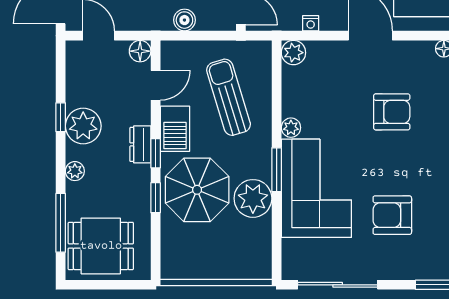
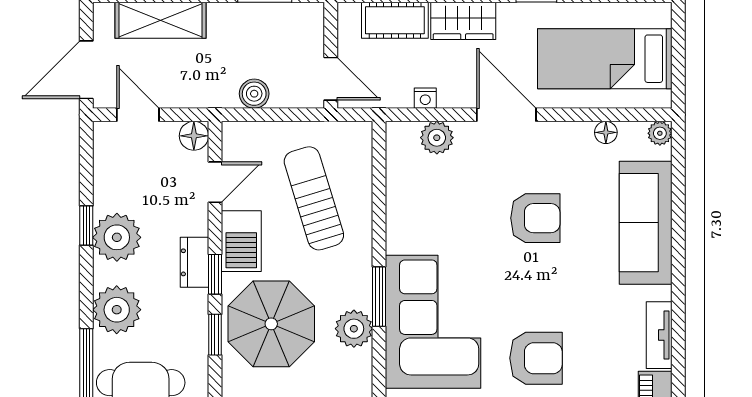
plant: (293, 53) -> (437, 138), moved
plant: (291, 128) -> (399, 240), removed
plant: (75, 171) -> (117, 310), width x1.88, depth x1.88
plant: (253, 198) -> (354, 329), width x0.73, depth x0.73
armchair: (392, 215) -> (536, 358), turned 180

